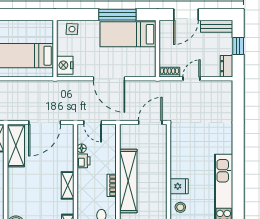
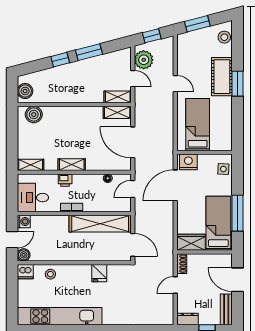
wardrobe: (147, 62) -> (191, 242), added
door: (109, 79) -> (175, 185), moved
door: (191, 79) -> (175, 285), swing flipped
shelving: (16, 146) -> (117, 112), width x0.67, depth x0.75
printer: (83, 161) -> (65, 180), moved
shelving: (128, 181) -> (100, 224), moved
fridge: (179, 186) -> (99, 273), moved

